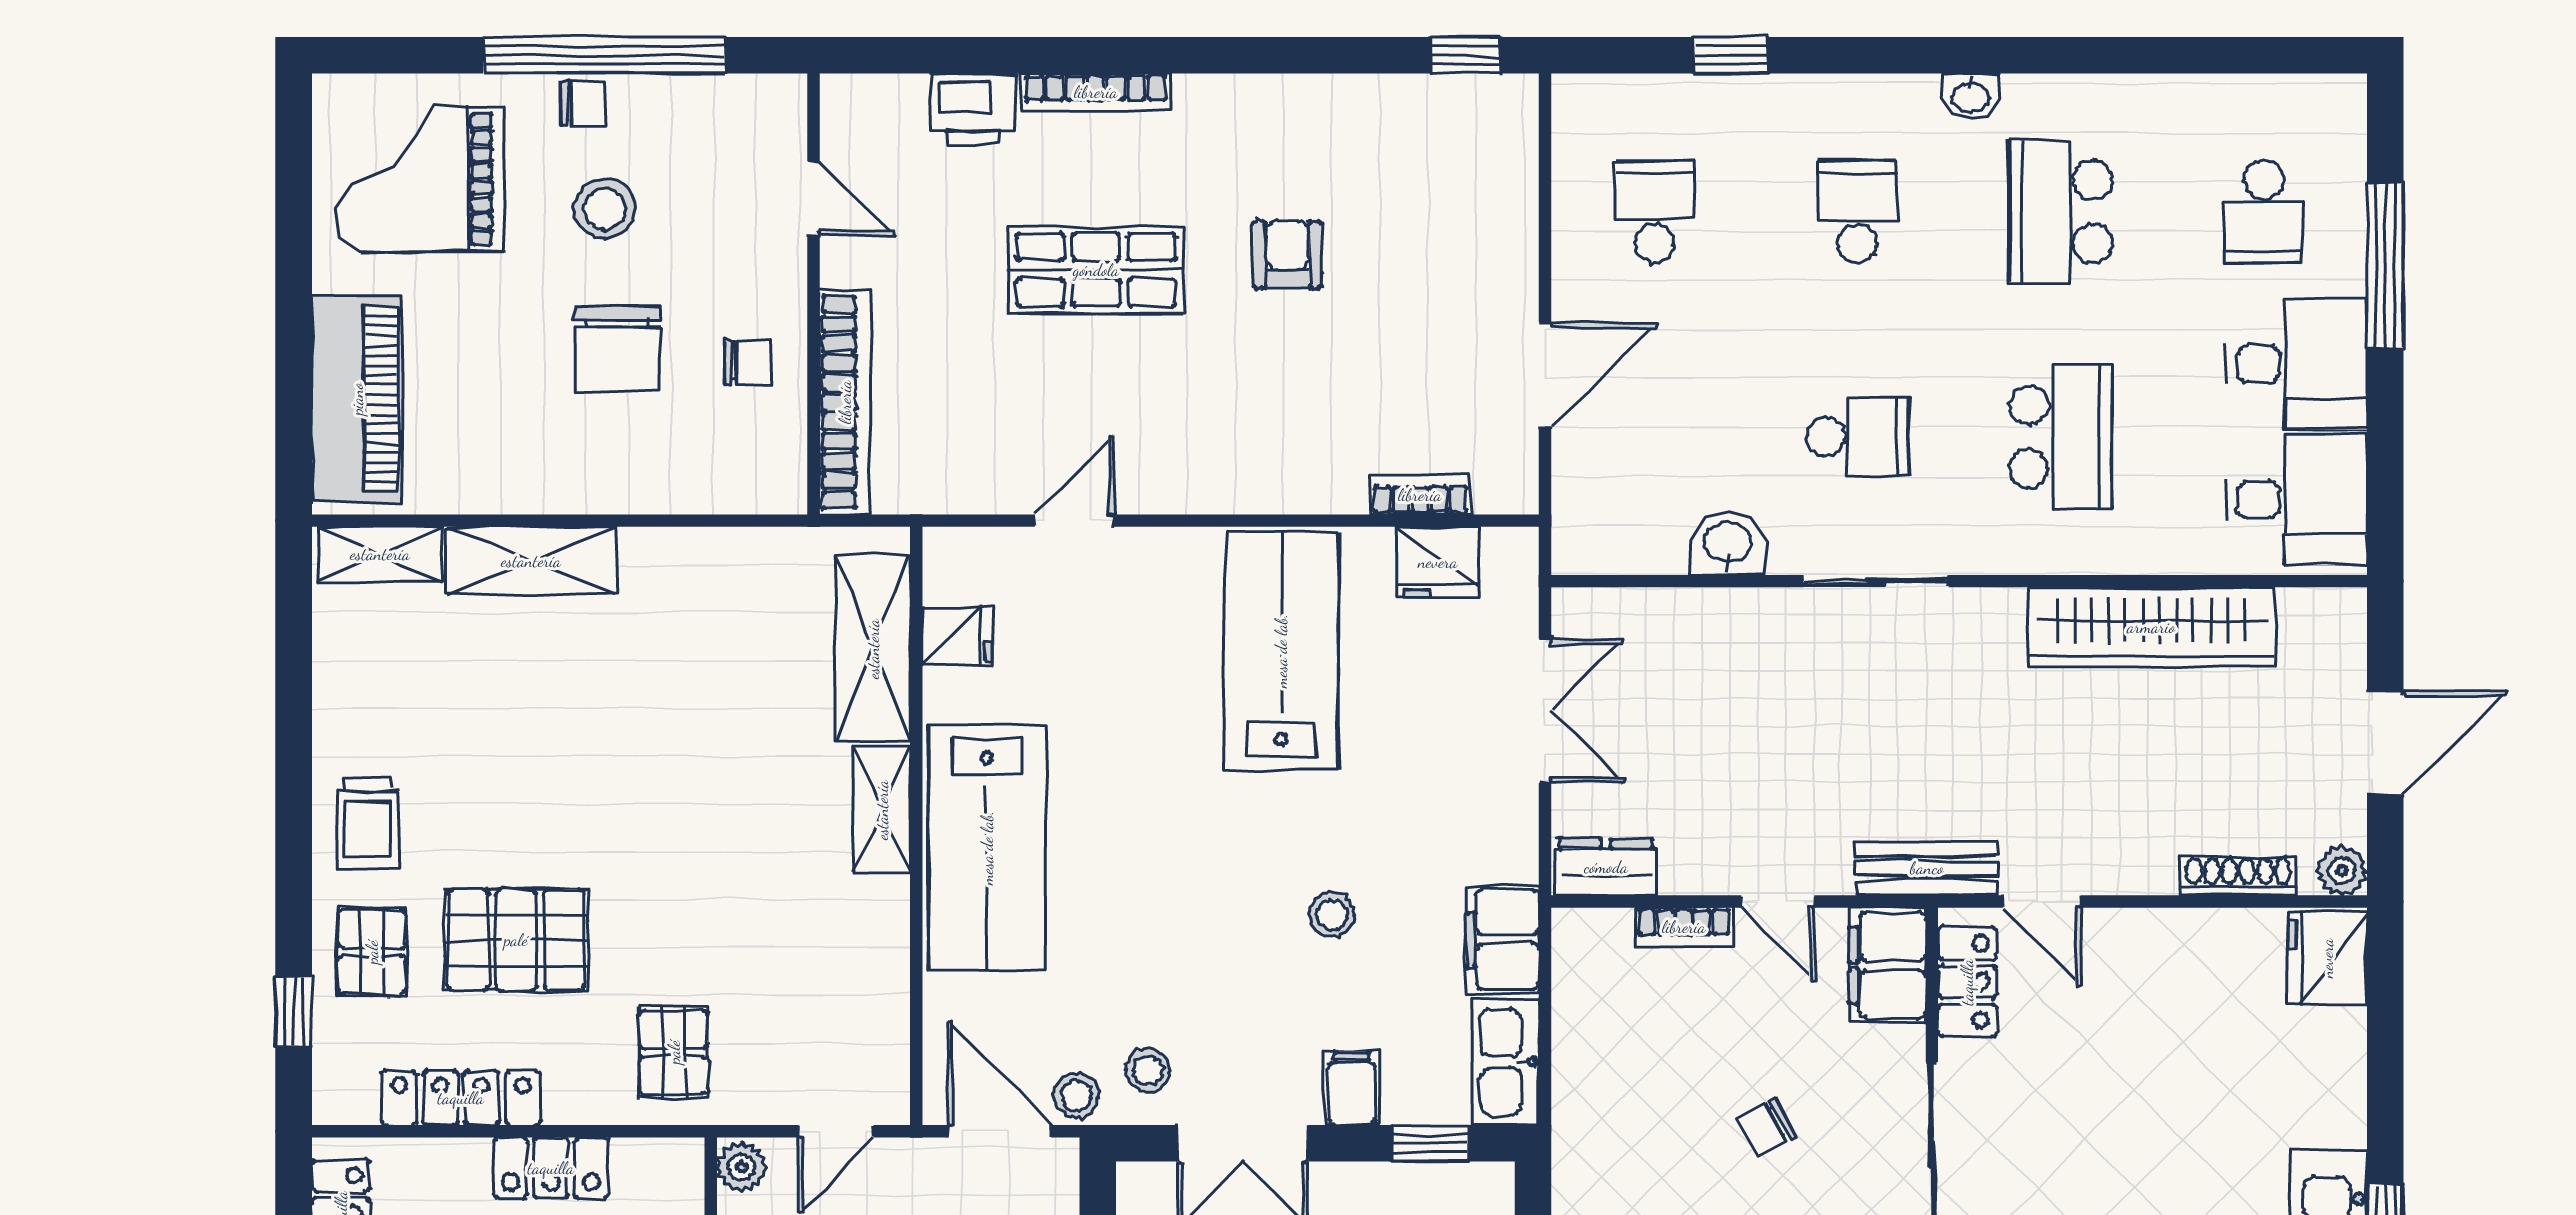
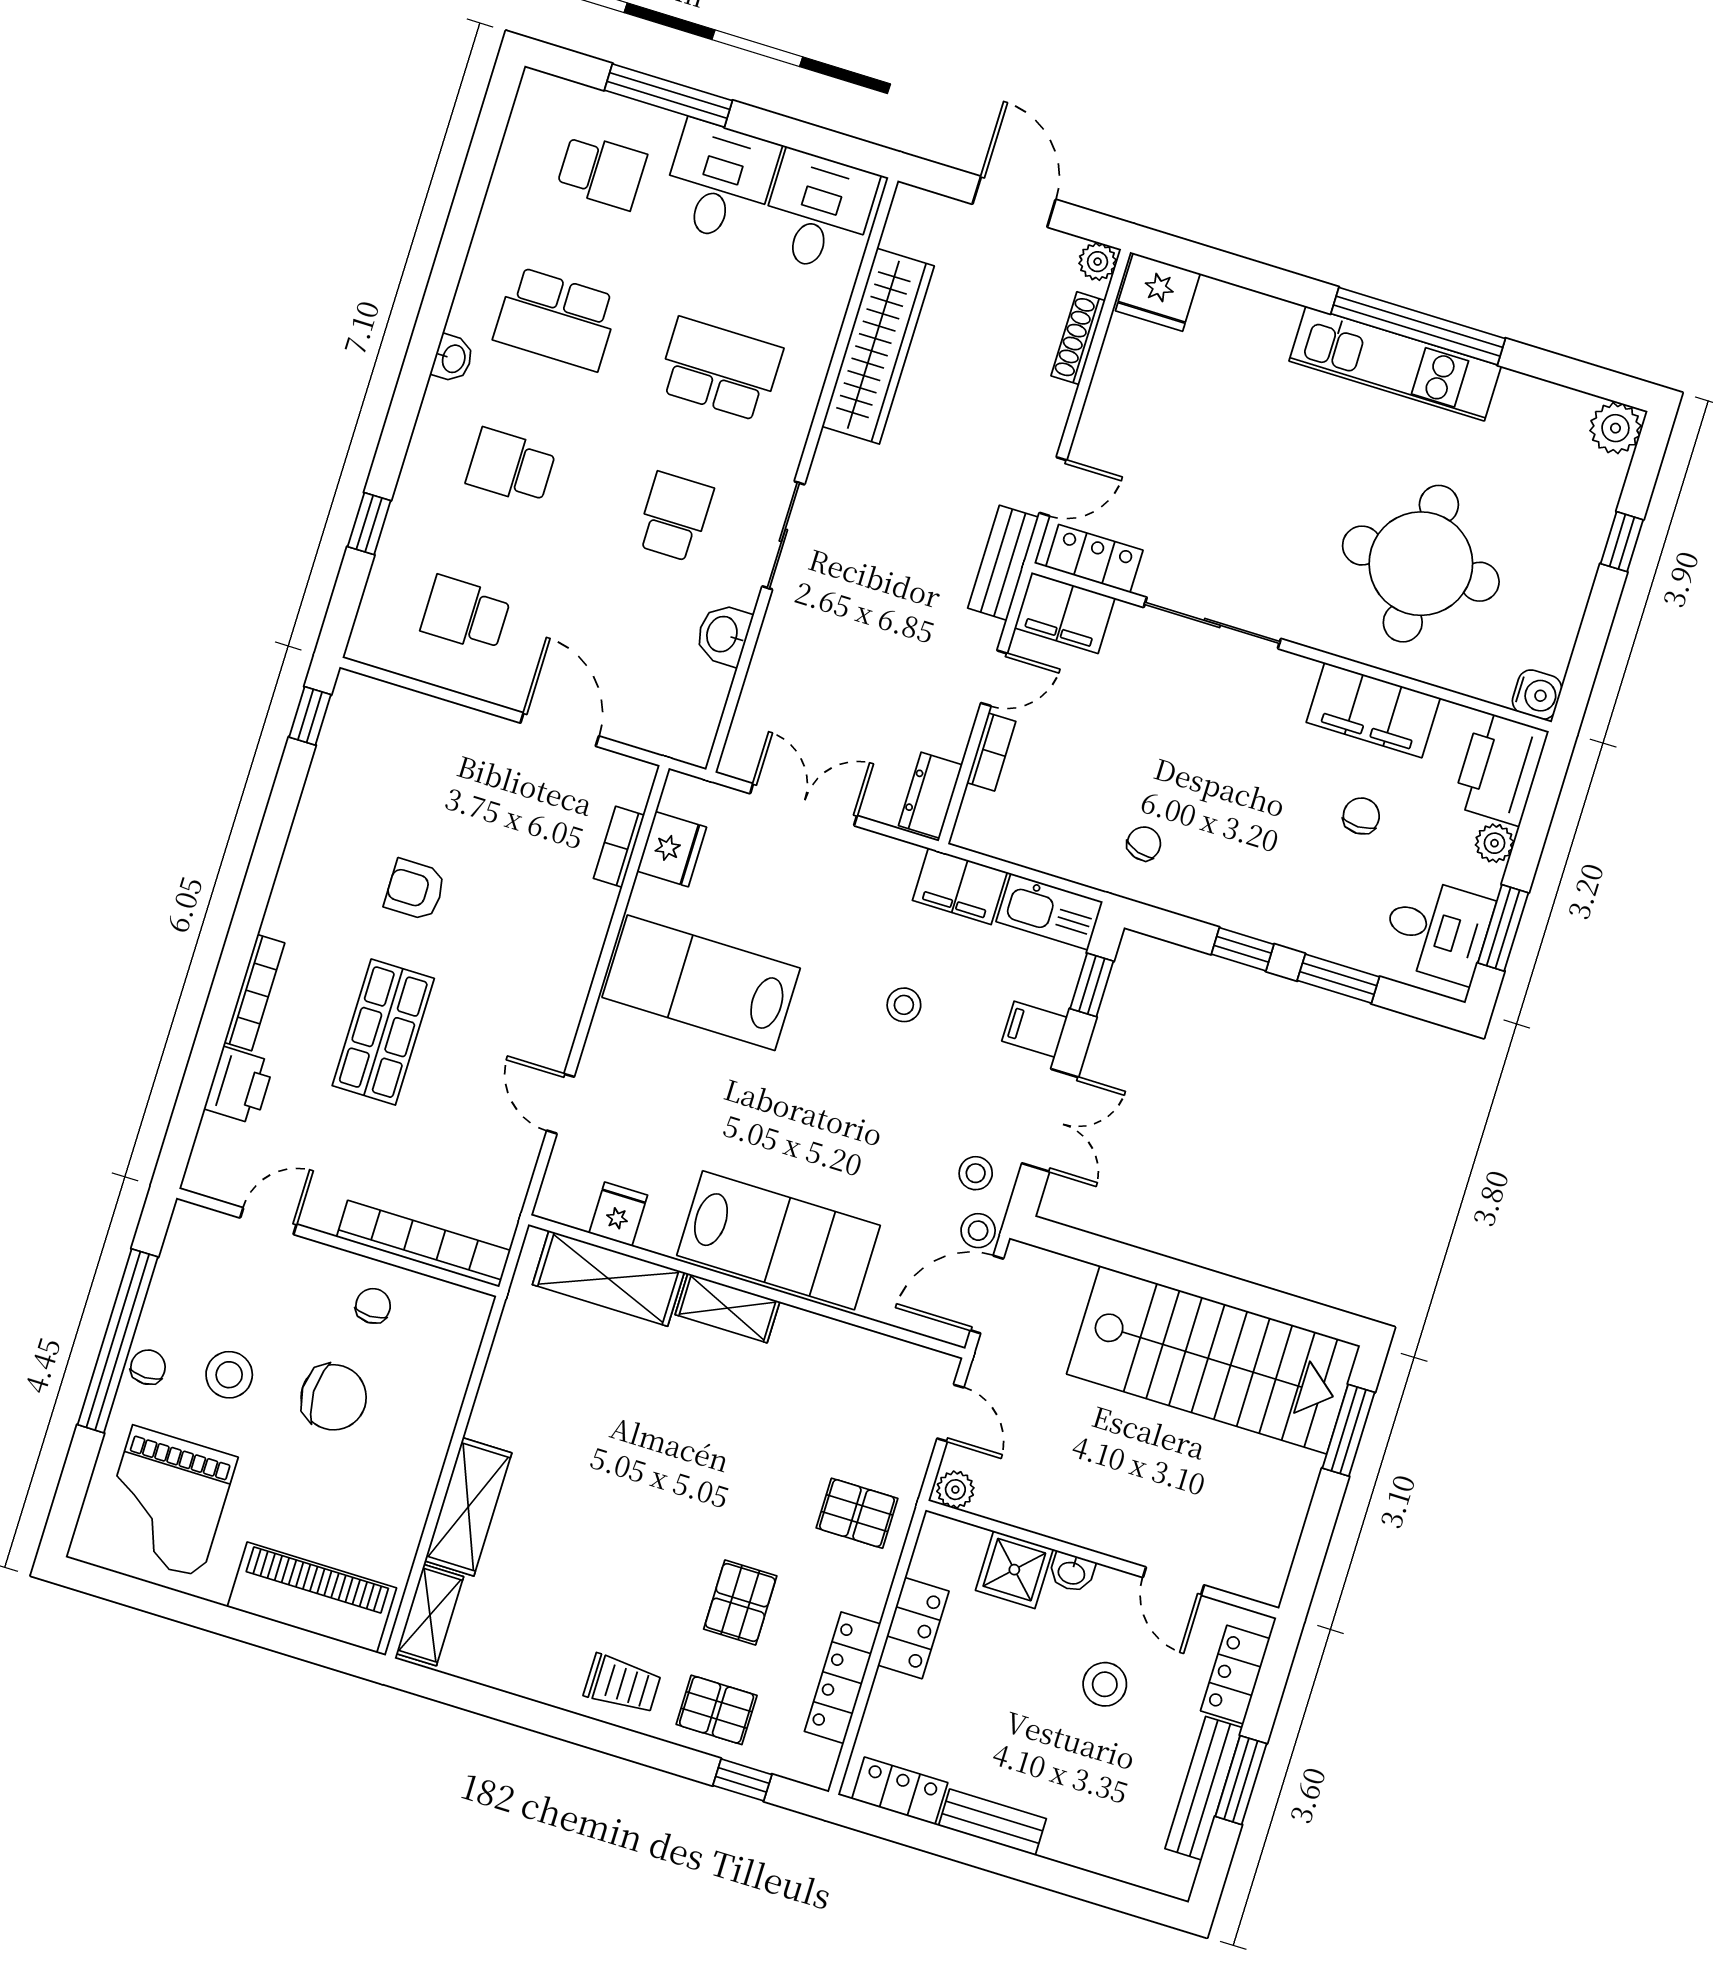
pallet: (516, 940) -> (740, 1603), width x0.67, depth x0.71
chair: (1767, 1128) -> (1144, 844), moved, turned -134

